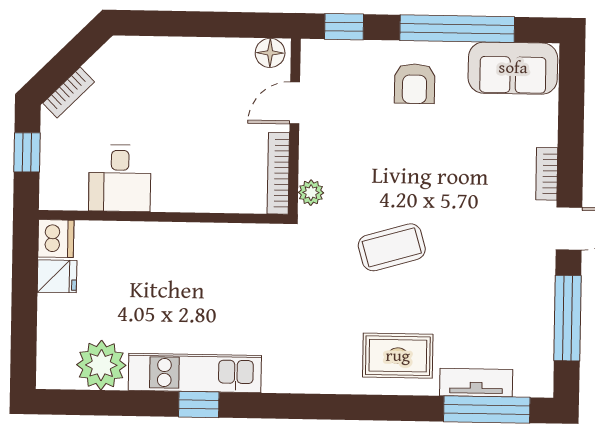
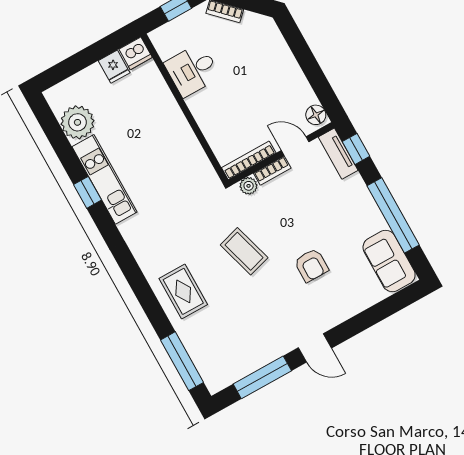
armchair: (415, 84) -> (311, 265), moved, turned -90
bookcase: (547, 174) -> (272, 171), moved, turned 180
tv unit: (476, 383) -> (338, 154), moved, turned 180

